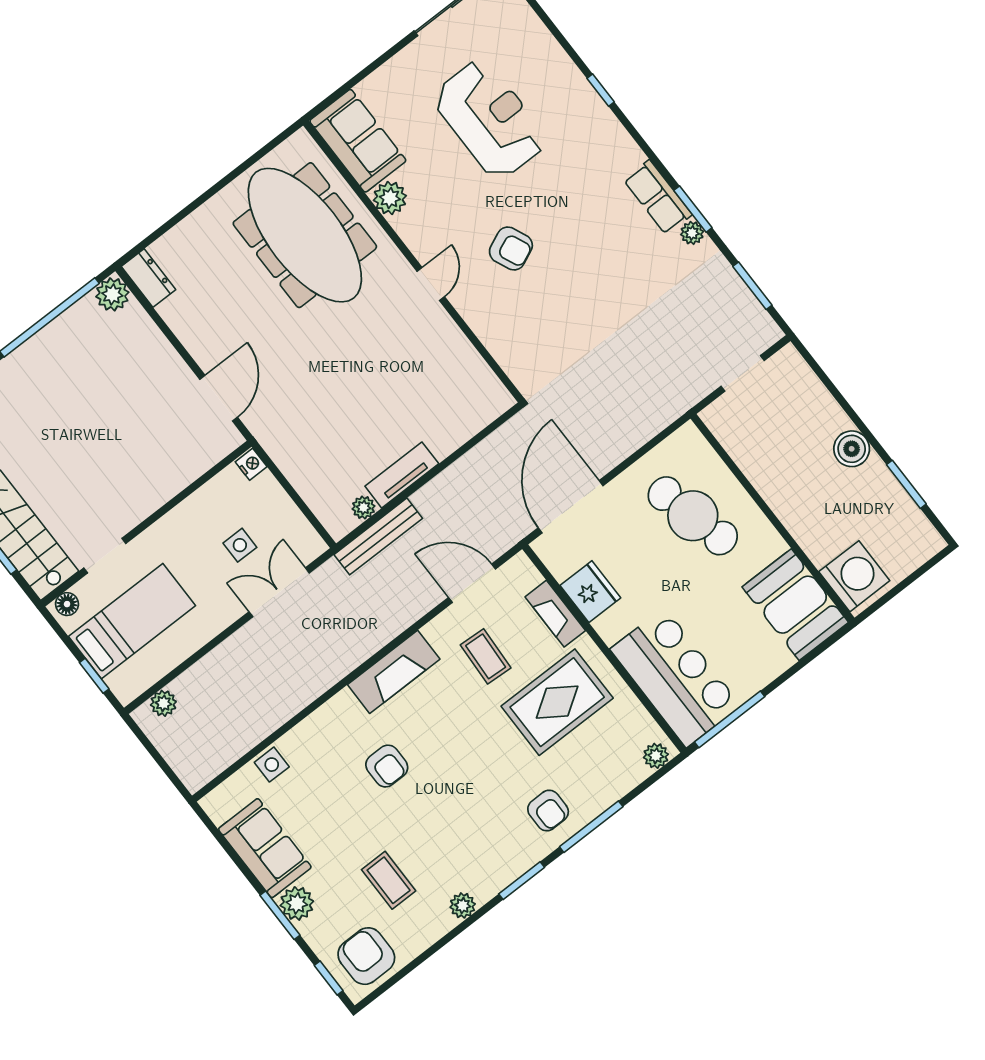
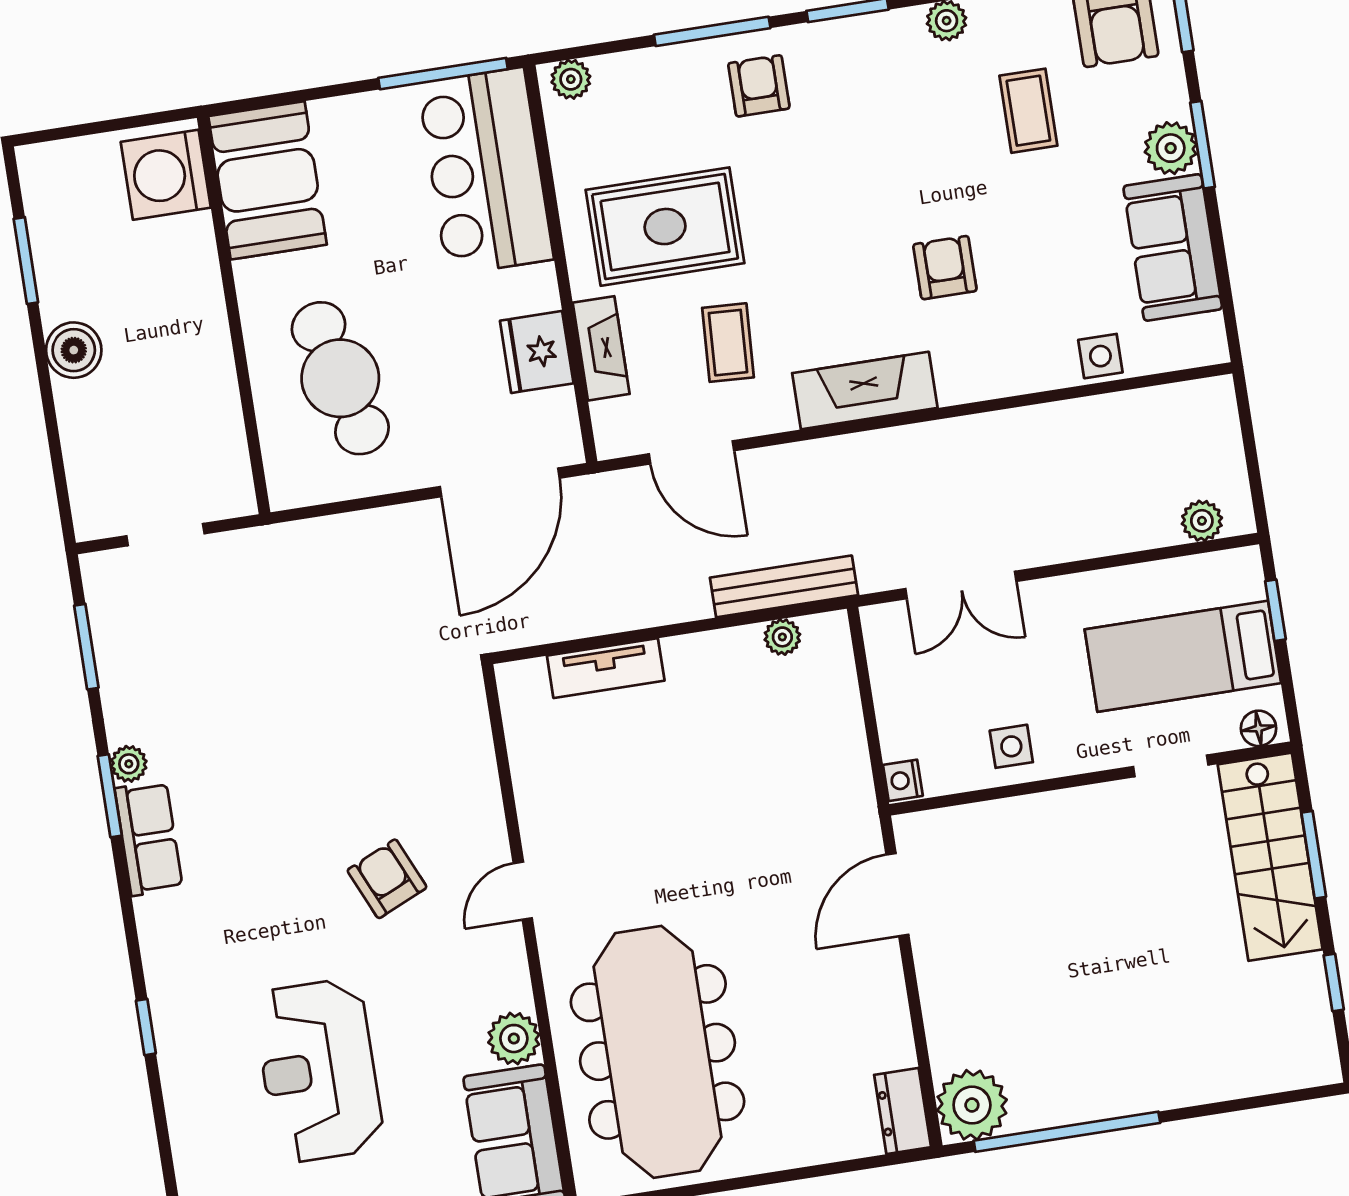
plant: (112, 294) -> (972, 1105), width x1.36, depth x1.36
tv unit: (402, 475) -> (606, 668), moved
side table: (240, 545) -> (1011, 746), moved

